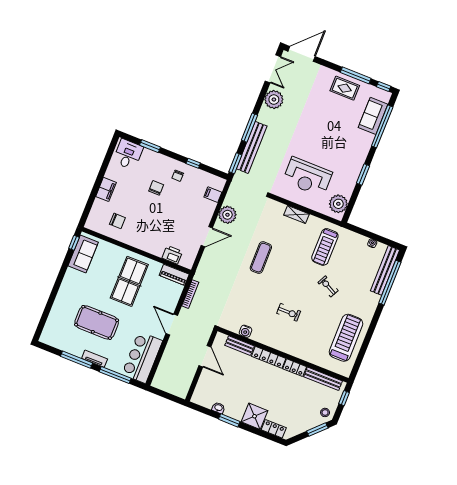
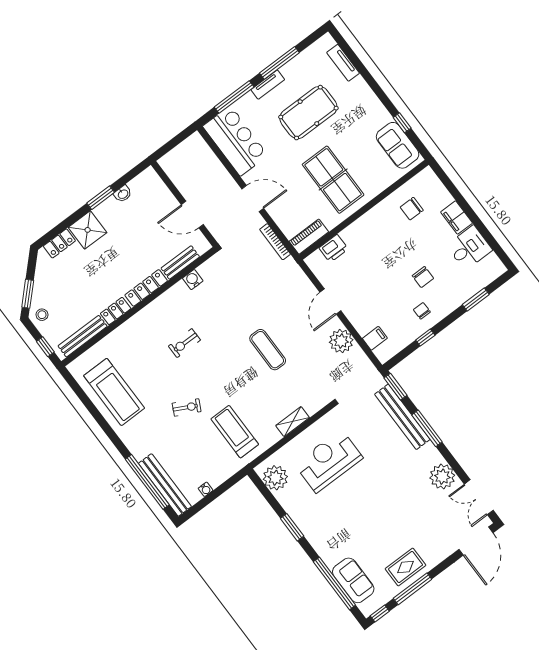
desk: (128, 154) -> (469, 248), moved, turned -90
window: (74, 243) -> (402, 123), moved
tv unit: (52, 320) -> (343, 63), added

